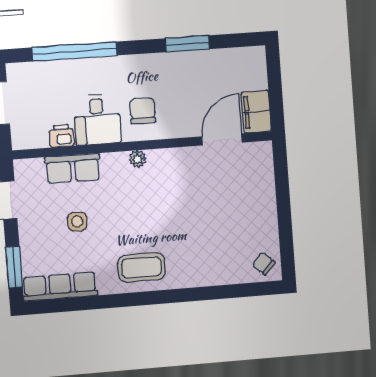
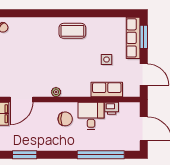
window: (187, 44) -> (25, 155), moved
chair: (143, 111) -> (65, 119), turned -90
plant: (138, 159) -> (56, 92), moved
row of seats: (60, 286) -> (133, 38), moved, turned 90

